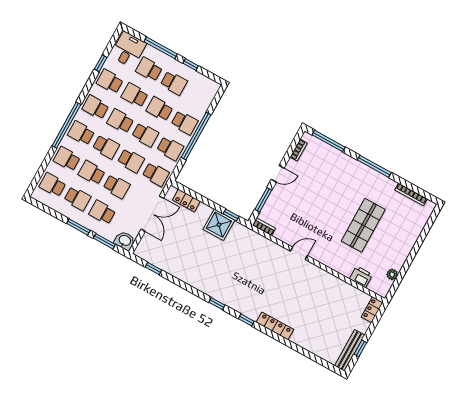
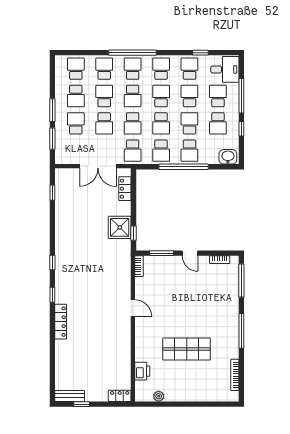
washbasin: (125, 241) -> (228, 157), moved, turned -90
bench: (350, 350) -> (70, 396), width x0.73

